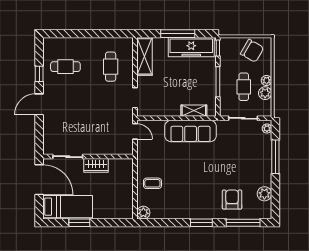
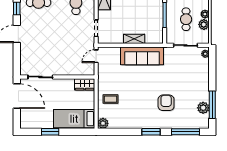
shelving: (194, 111) -> (134, 39), moved
door: (135, 131) -> (96, 56), swing flipped
window: (275, 157) -> (212, 105), moved
wardrobe: (96, 165) -> (85, 84), moved
armchair: (232, 200) -> (166, 103), moved
bed: (68, 207) -> (74, 119), moved, turned 180

